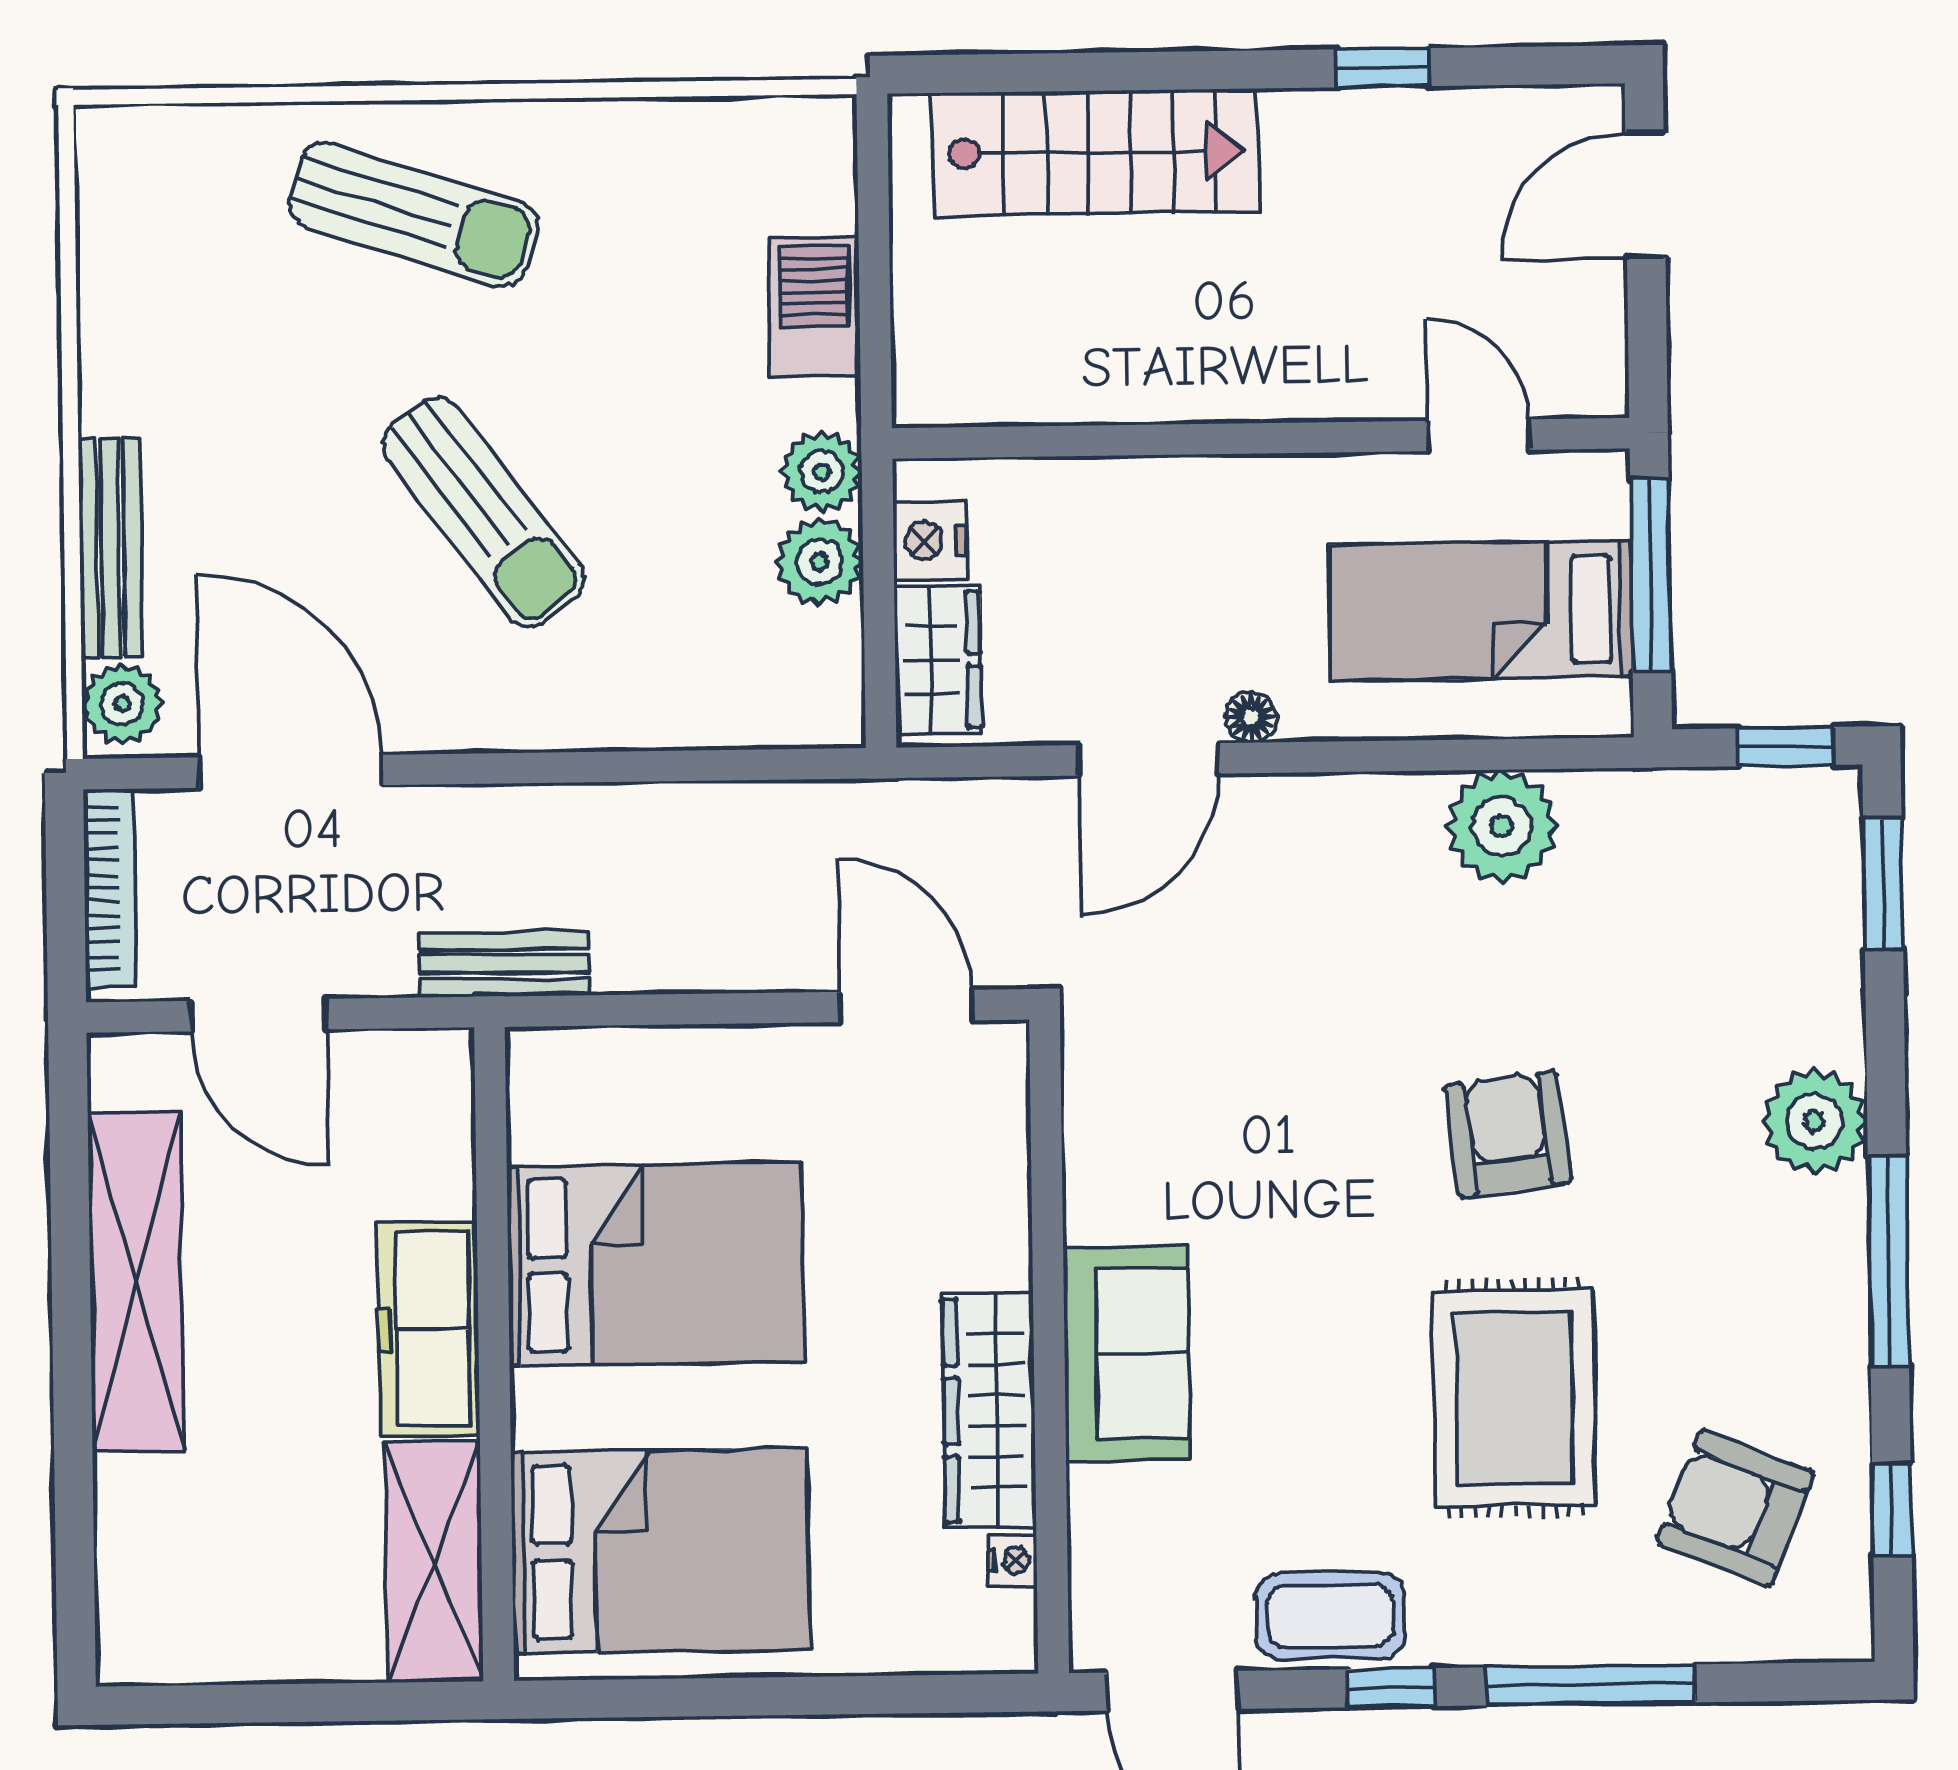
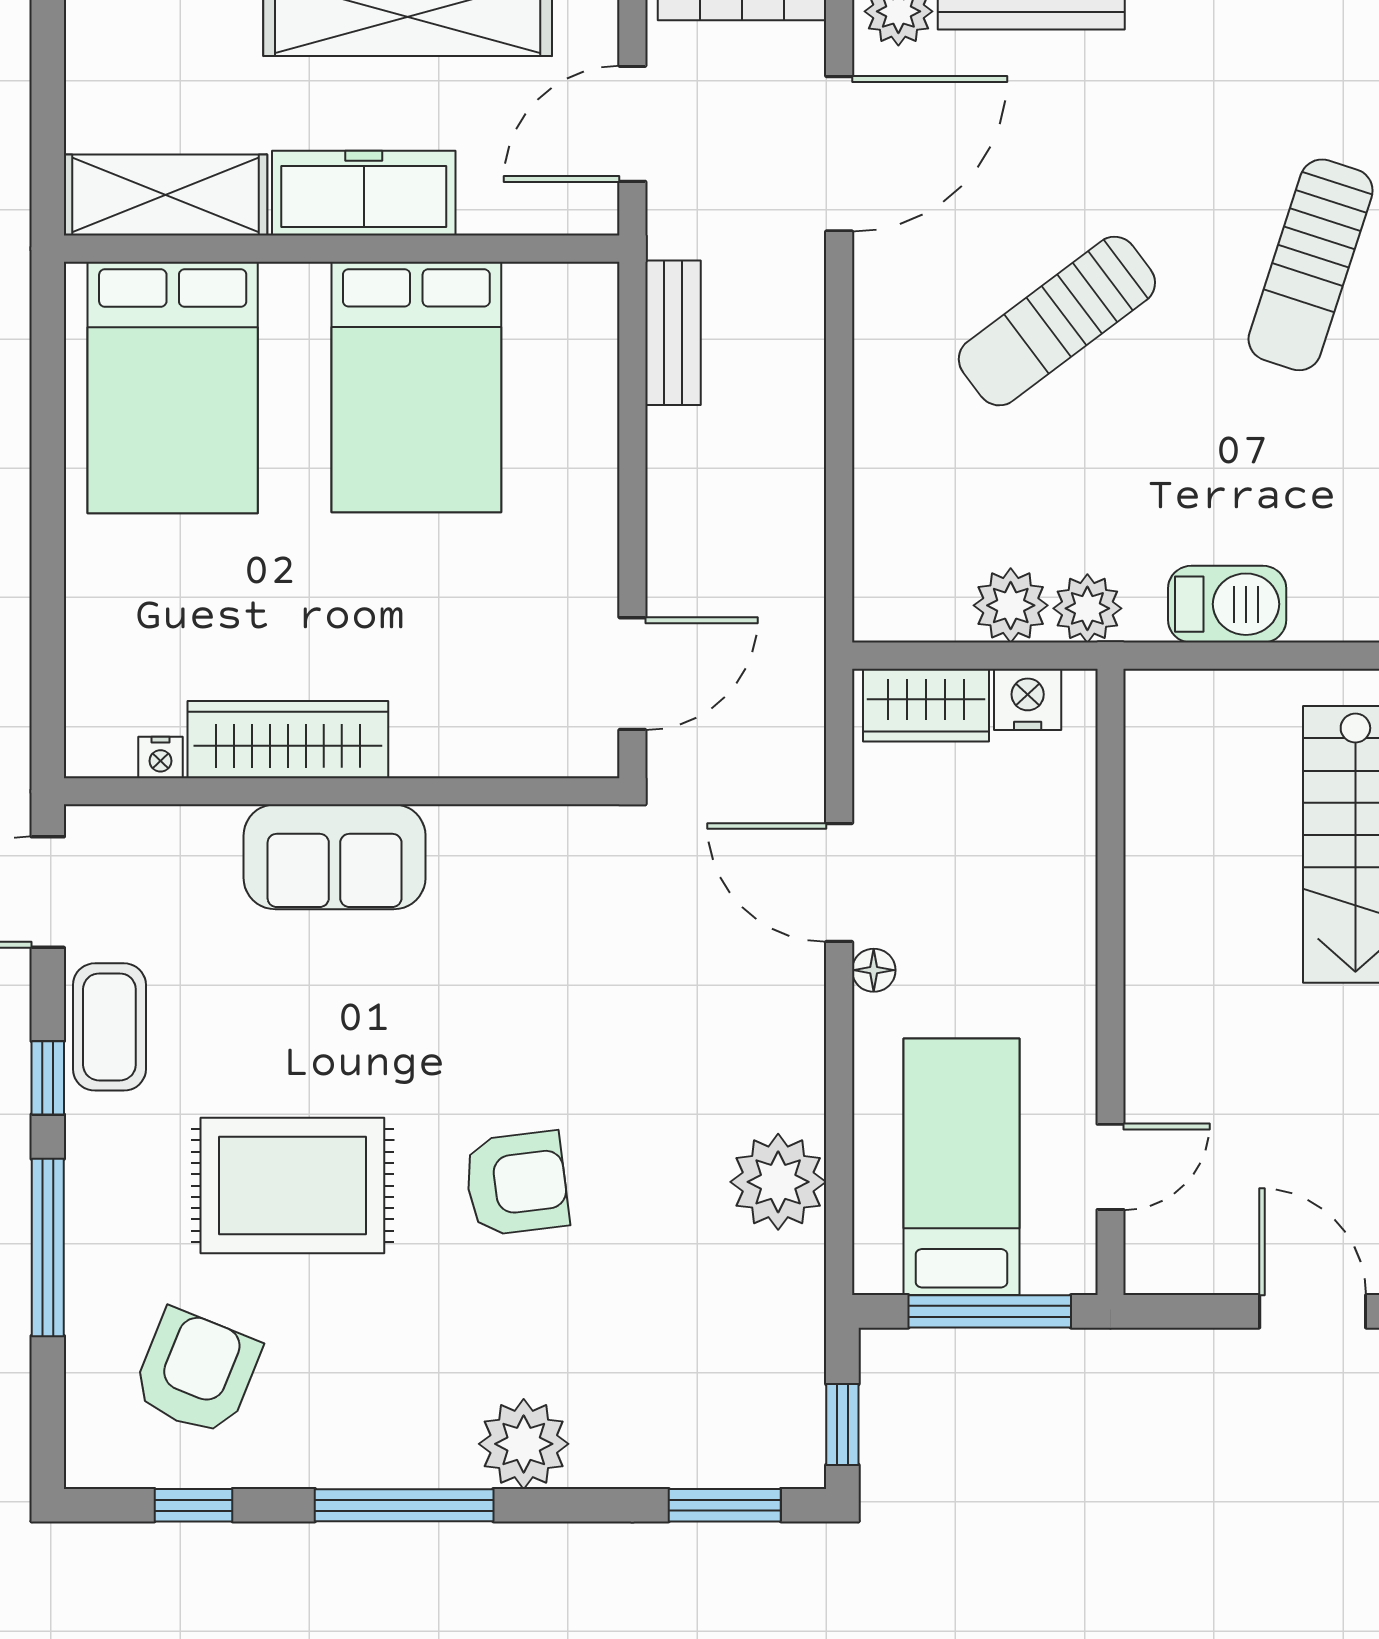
bed: (656, 1264) -> (416, 387), moved
freezer: (428, 1329) -> (364, 193), moved
wall: (494, 1354) -> (342, 249), moved
bed: (660, 1551) -> (173, 387), moved
shelving: (434, 1562) -> (165, 195), moved

